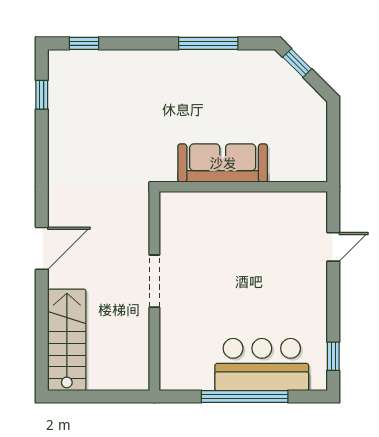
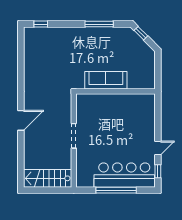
window: (42, 95) -> (21, 48), removed
door: (333, 247) -> (158, 148), moved
stairs: (67, 340) -> (47, 178), moved, turned -90
bar counter: (262, 364) -> (124, 175), width x1.36

